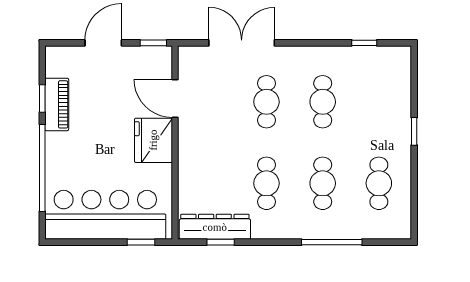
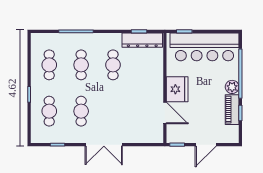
double door: (242, 43) -> (104, 145), moved
cafe table: (266, 102) -> (49, 111), moved
plant: (57, 144) -> (232, 87), added

